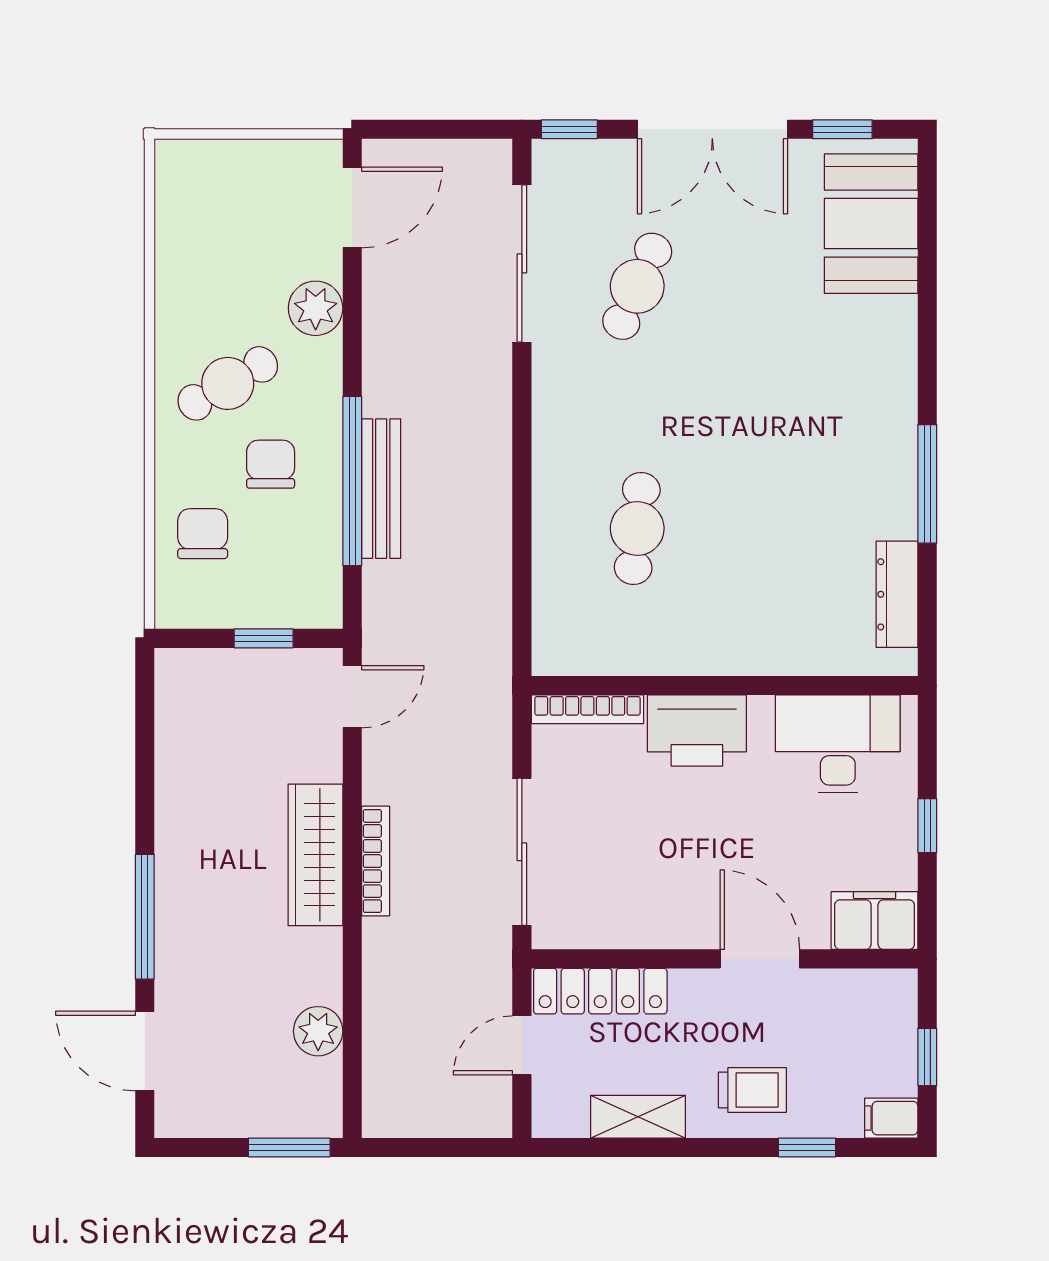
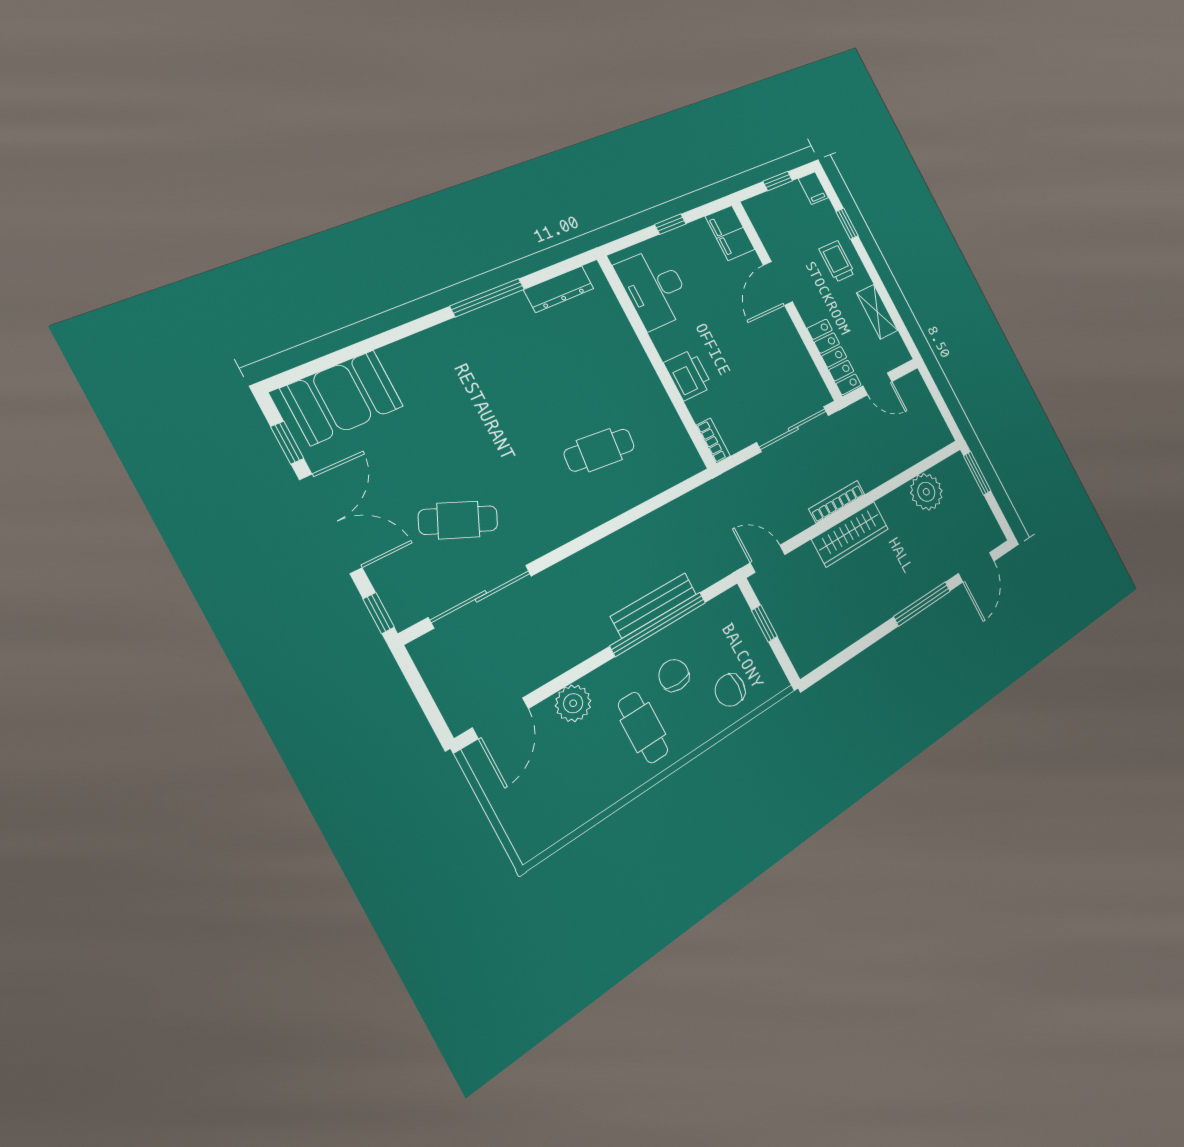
door: (352, 207) -> (501, 718), swing flipped
cafe table: (228, 383) -> (643, 728), turned 30
chair: (271, 464) -> (674, 675), turned 90
bookcase: (587, 709) -> (713, 441), width x0.64
printer: (697, 731) -> (688, 375), width x0.73, depth x0.84
plant: (318, 1031) -> (926, 492), width x1.36, depth x1.36

